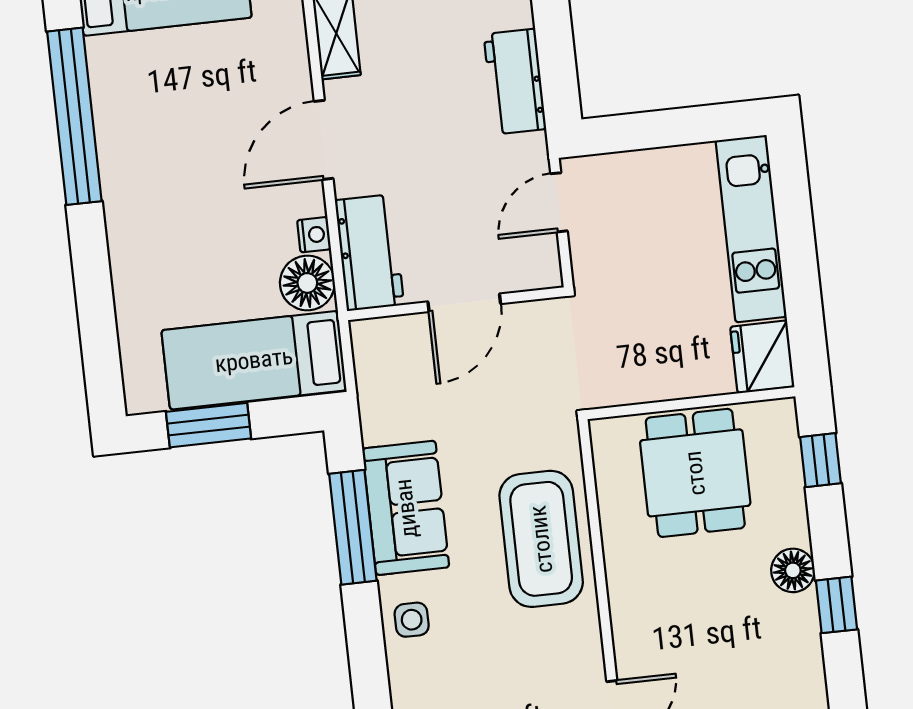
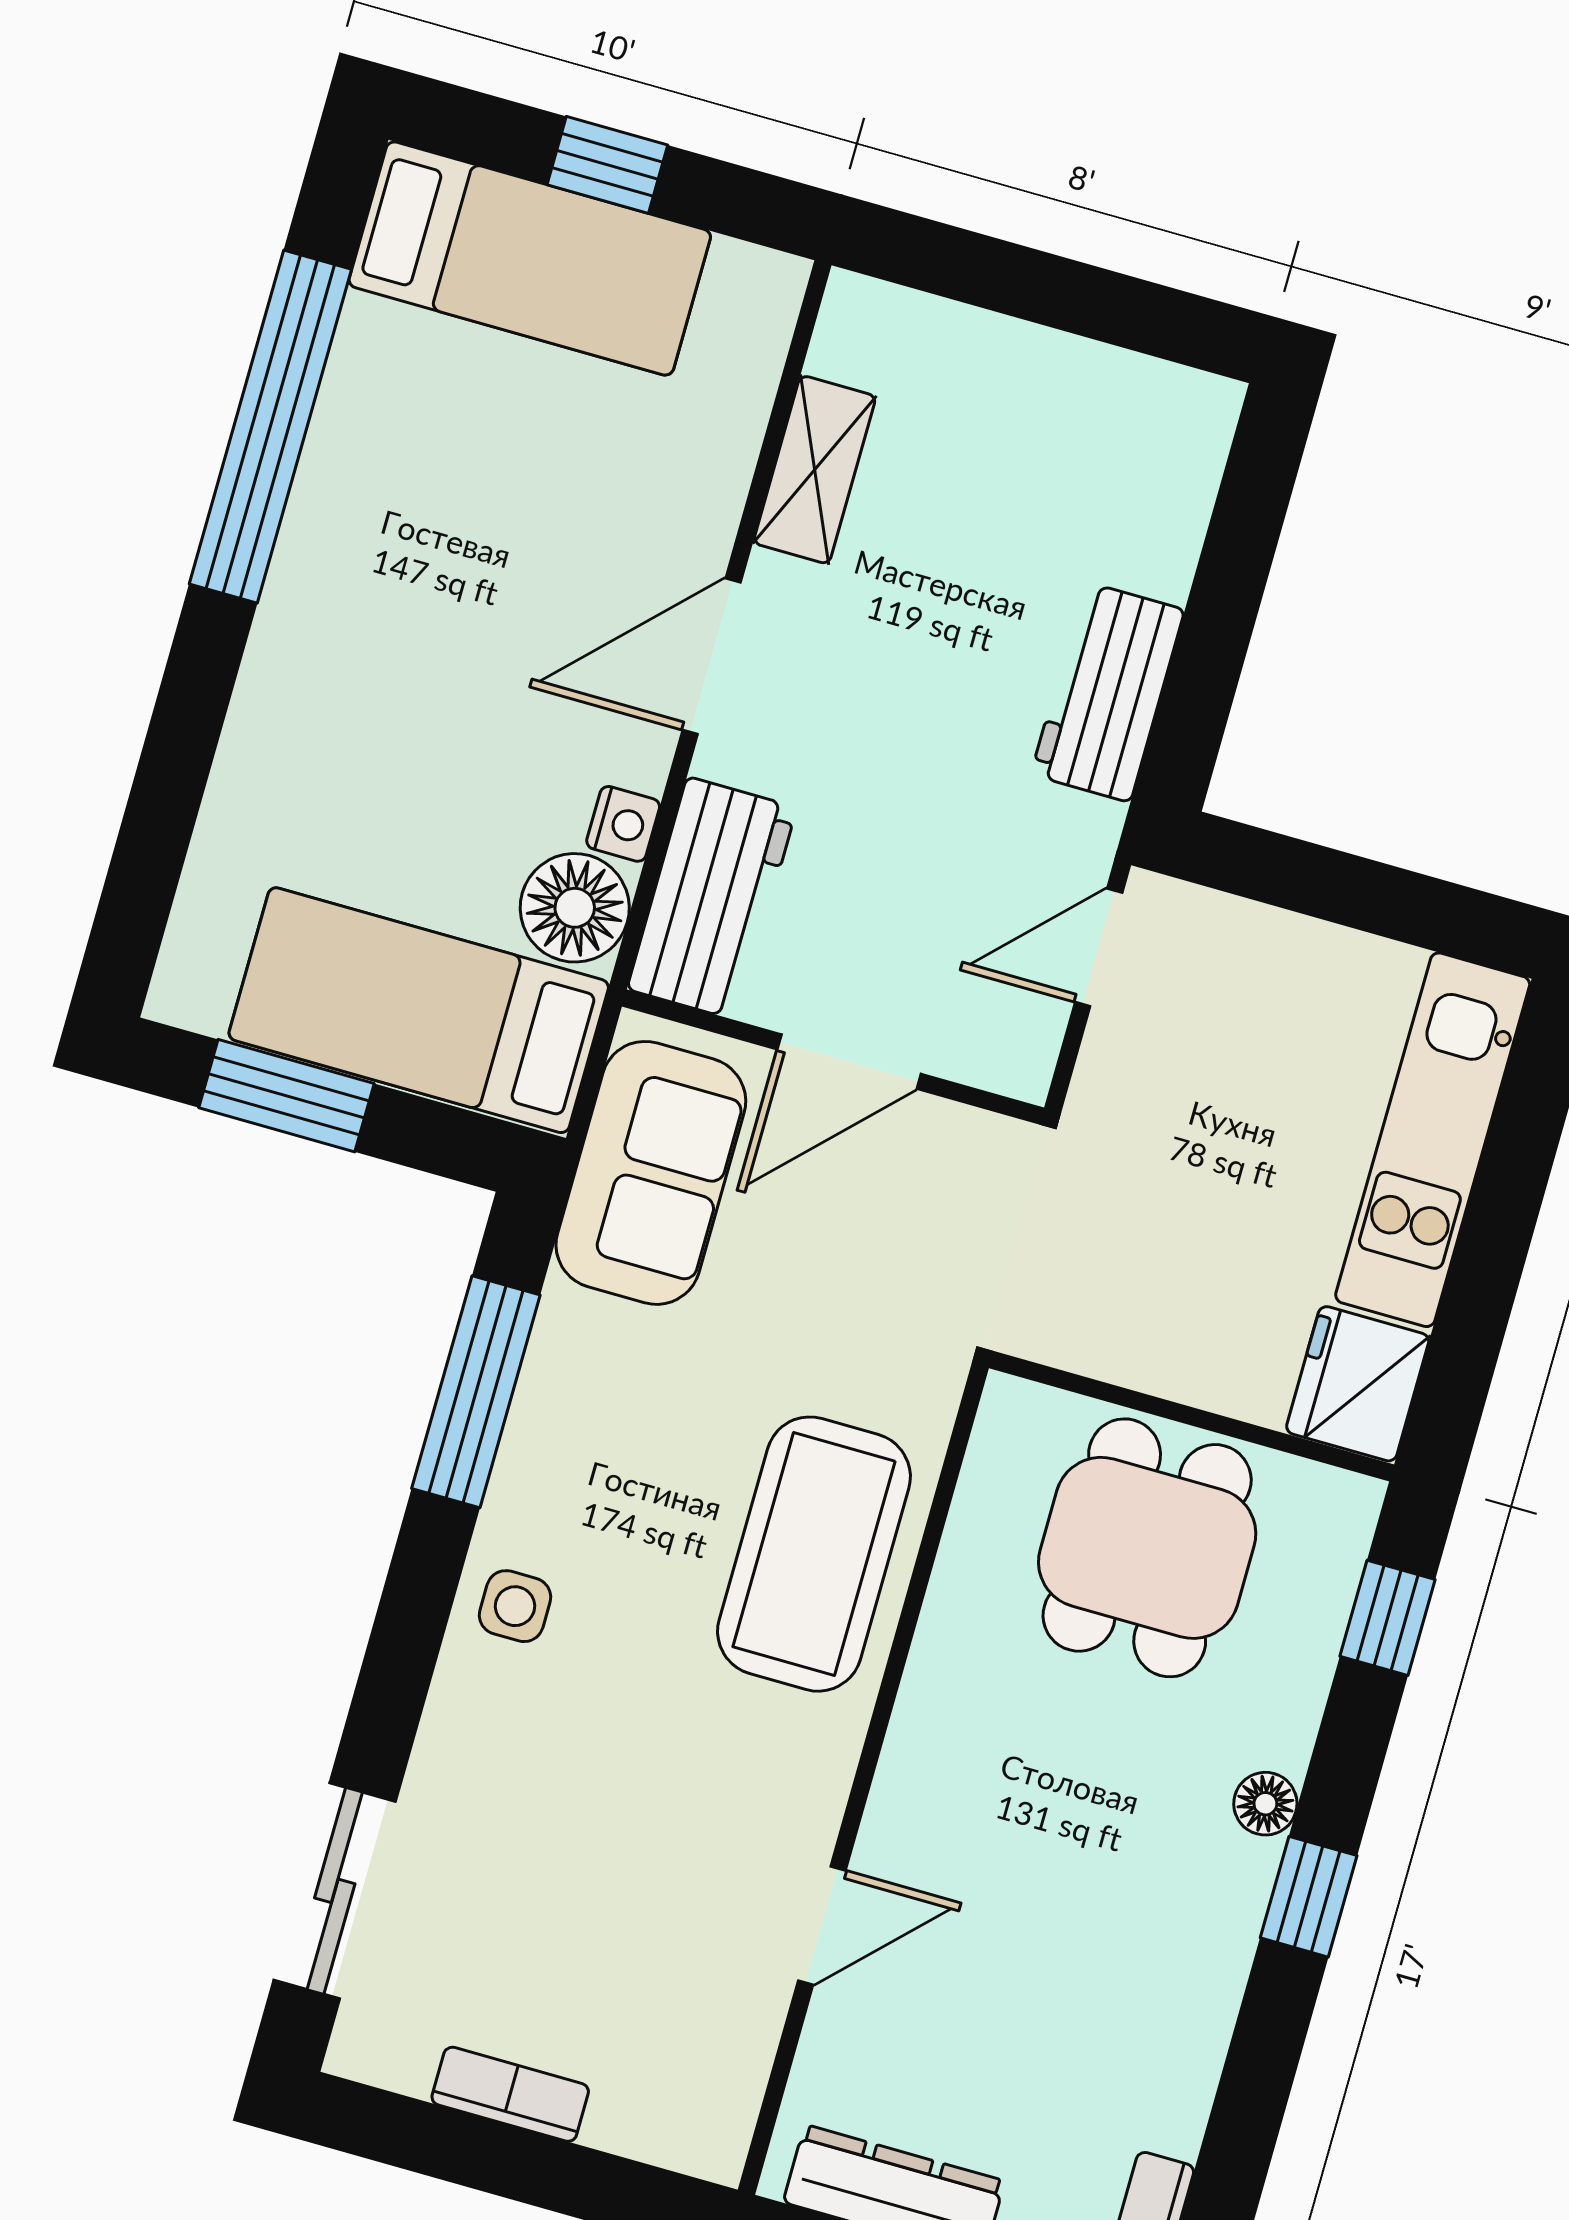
sofa: (406, 508) -> (651, 1173), moved
floor lamp: (793, 570) -> (1265, 1804), width x0.73, depth x0.73

